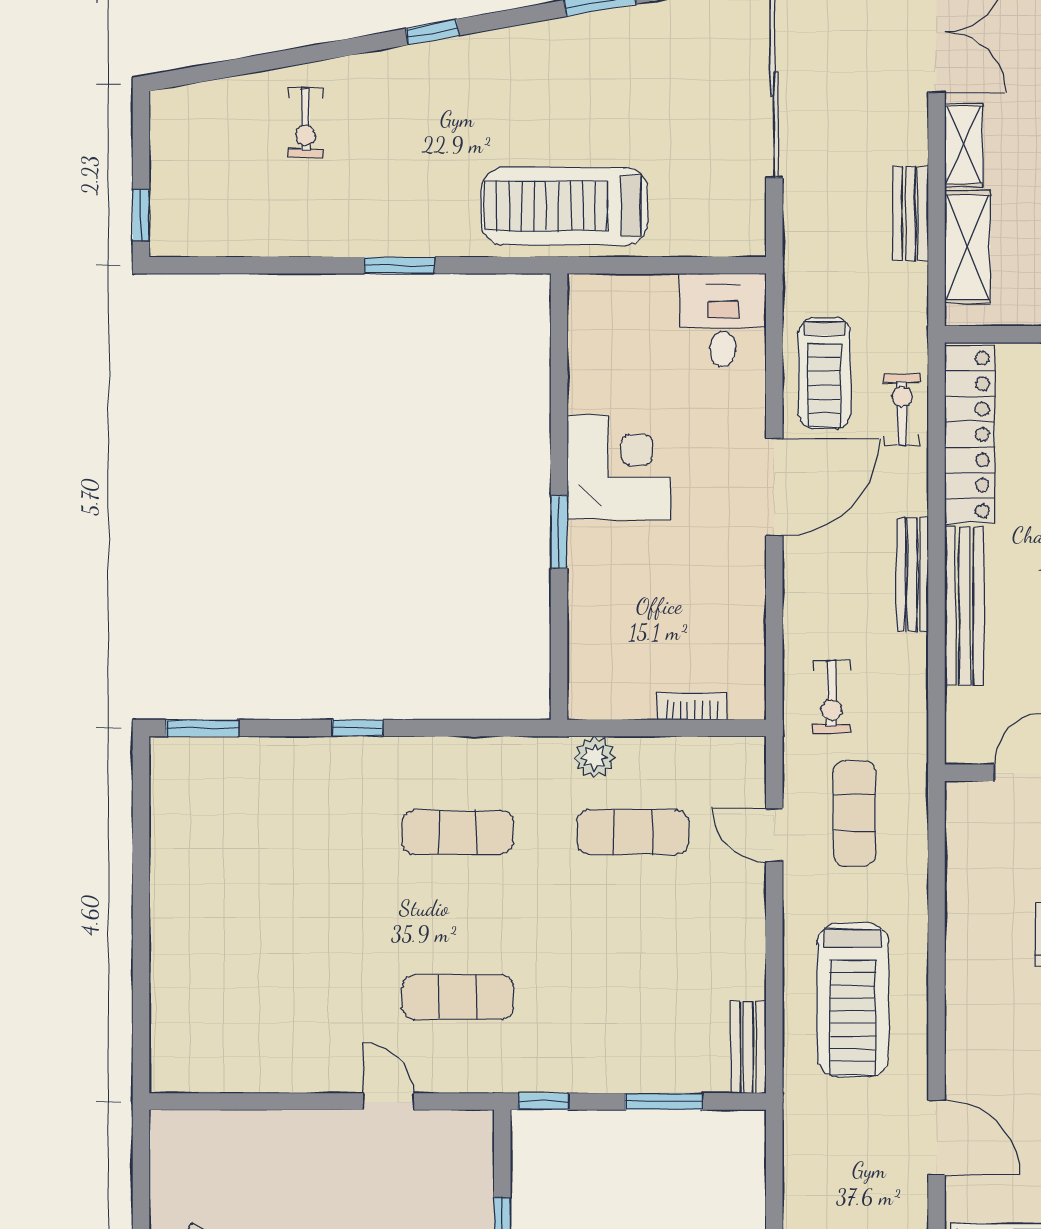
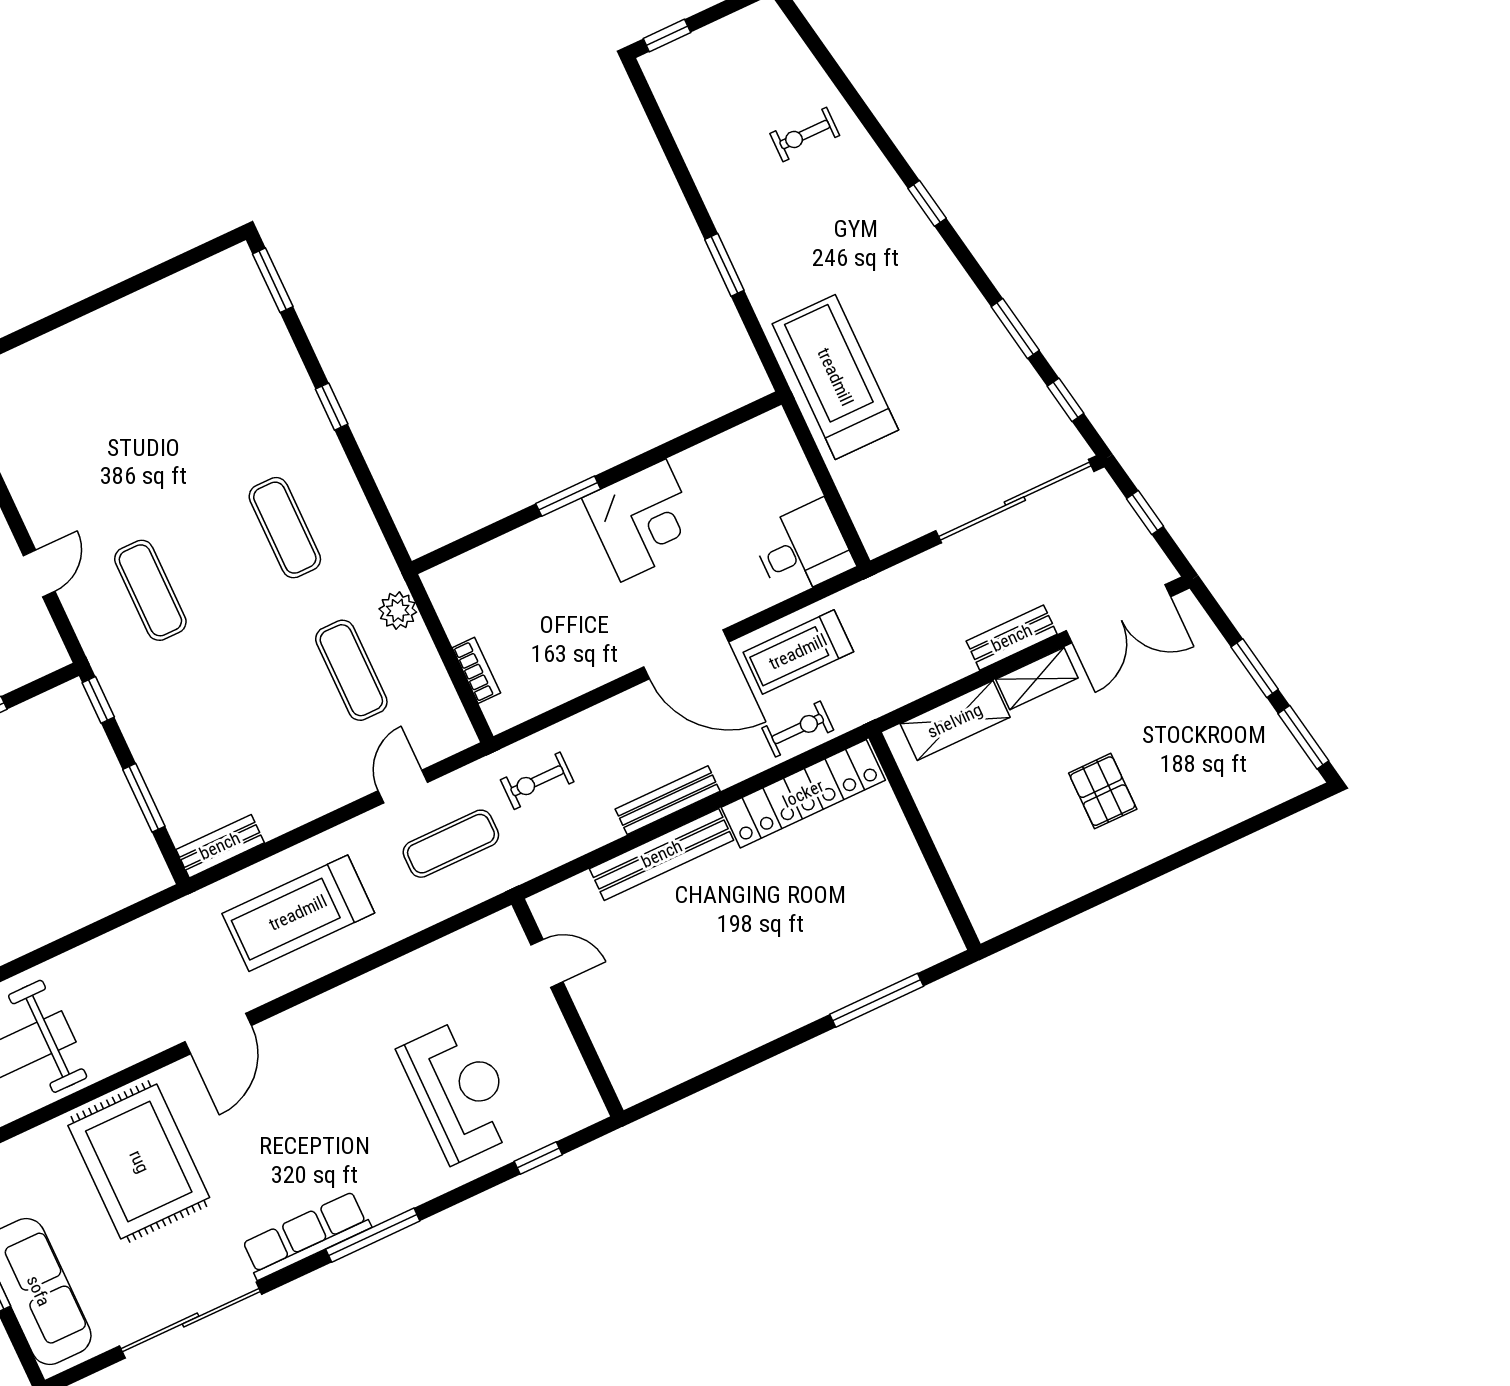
bench: (910, 214) -> (1012, 638), moved

